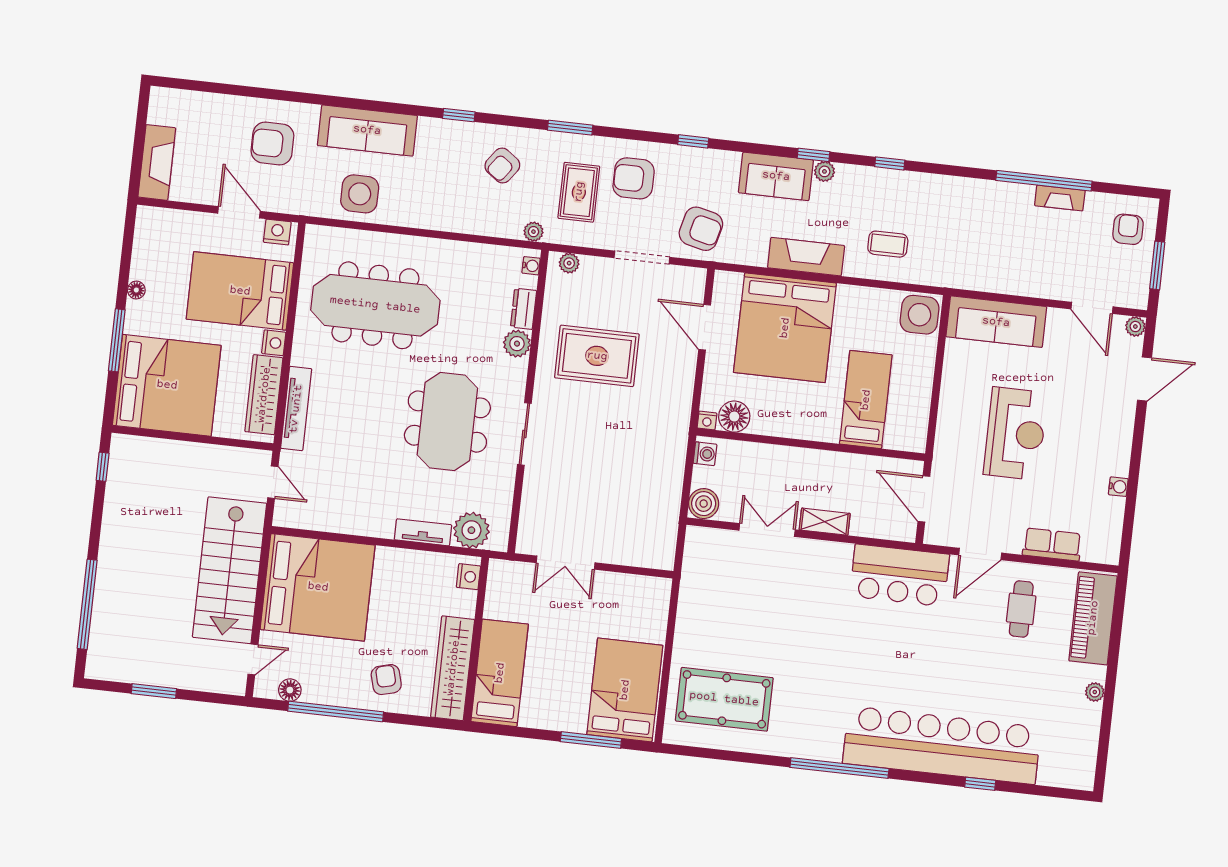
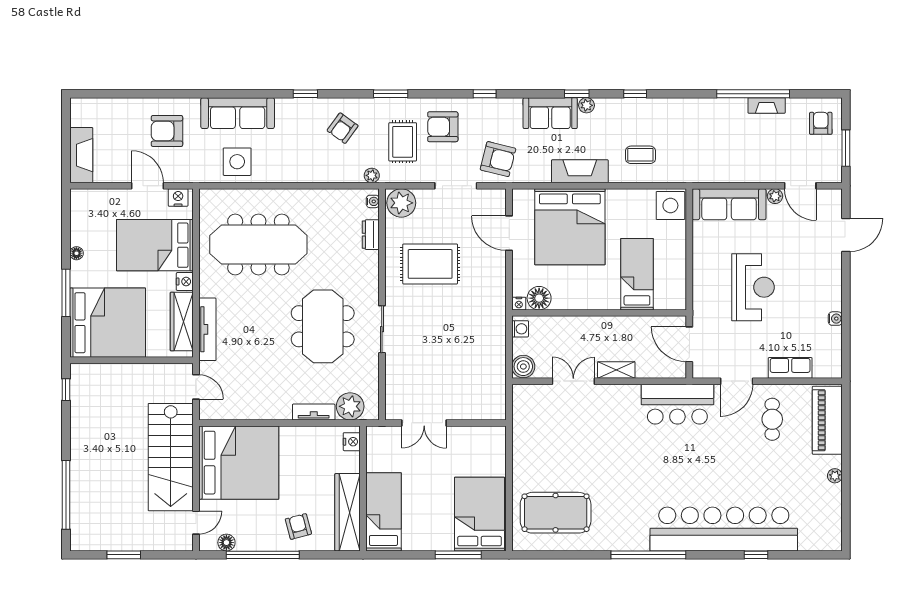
plant: (569, 263) -> (401, 203), width x1.88, depth x1.88
plant: (1135, 327) -> (775, 196), moved
plant: (517, 344) -> (369, 261), removed

